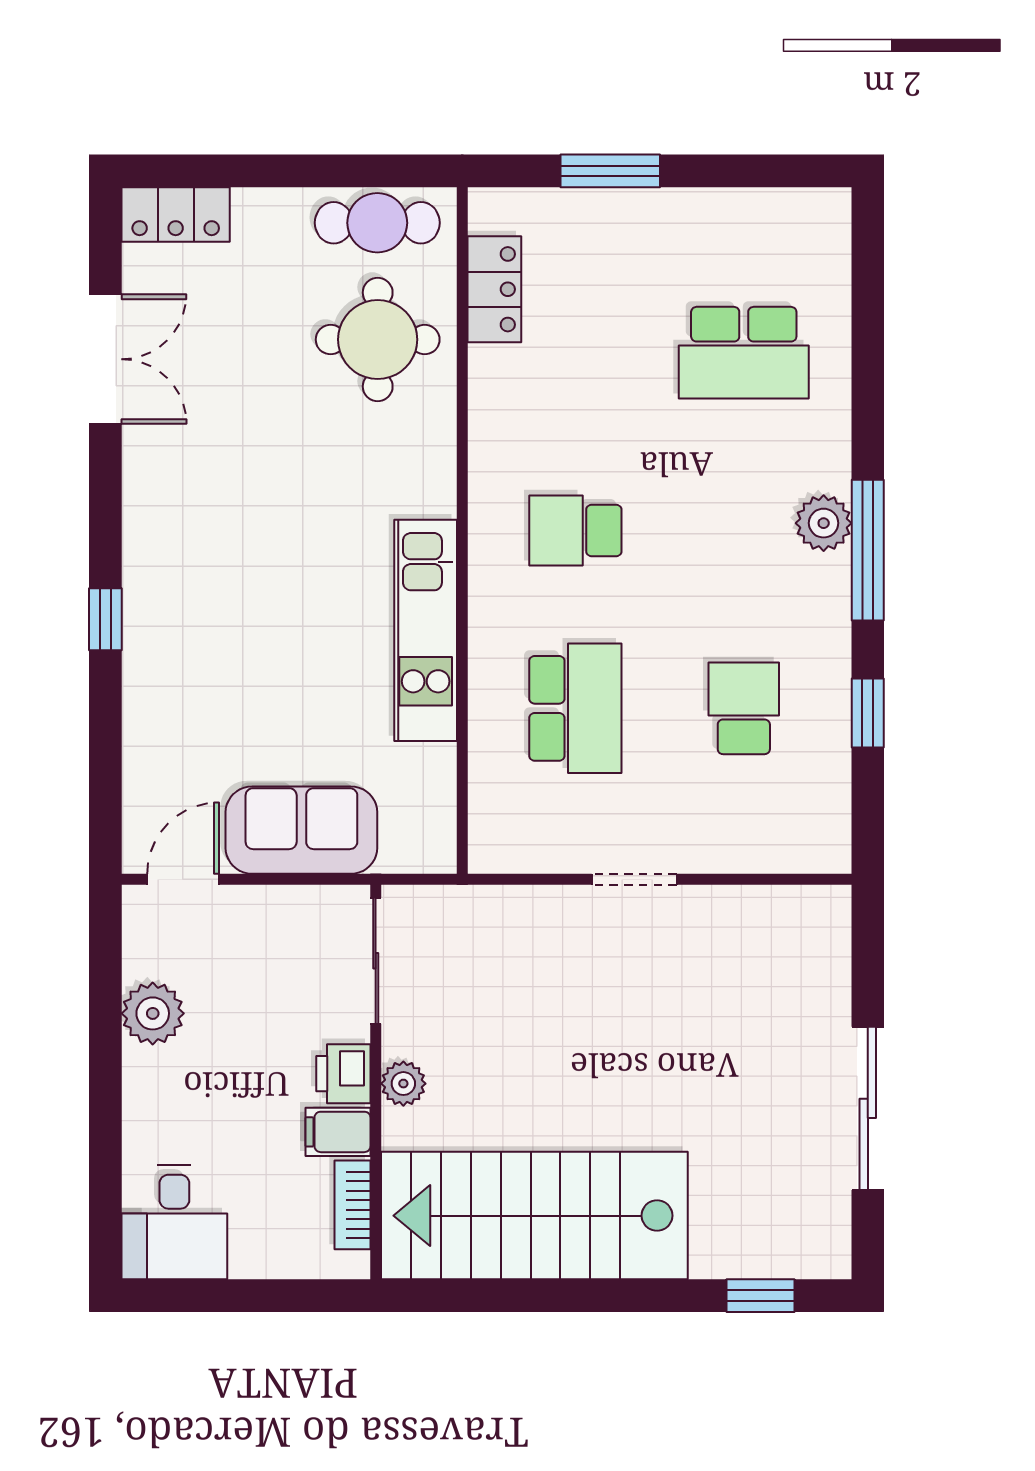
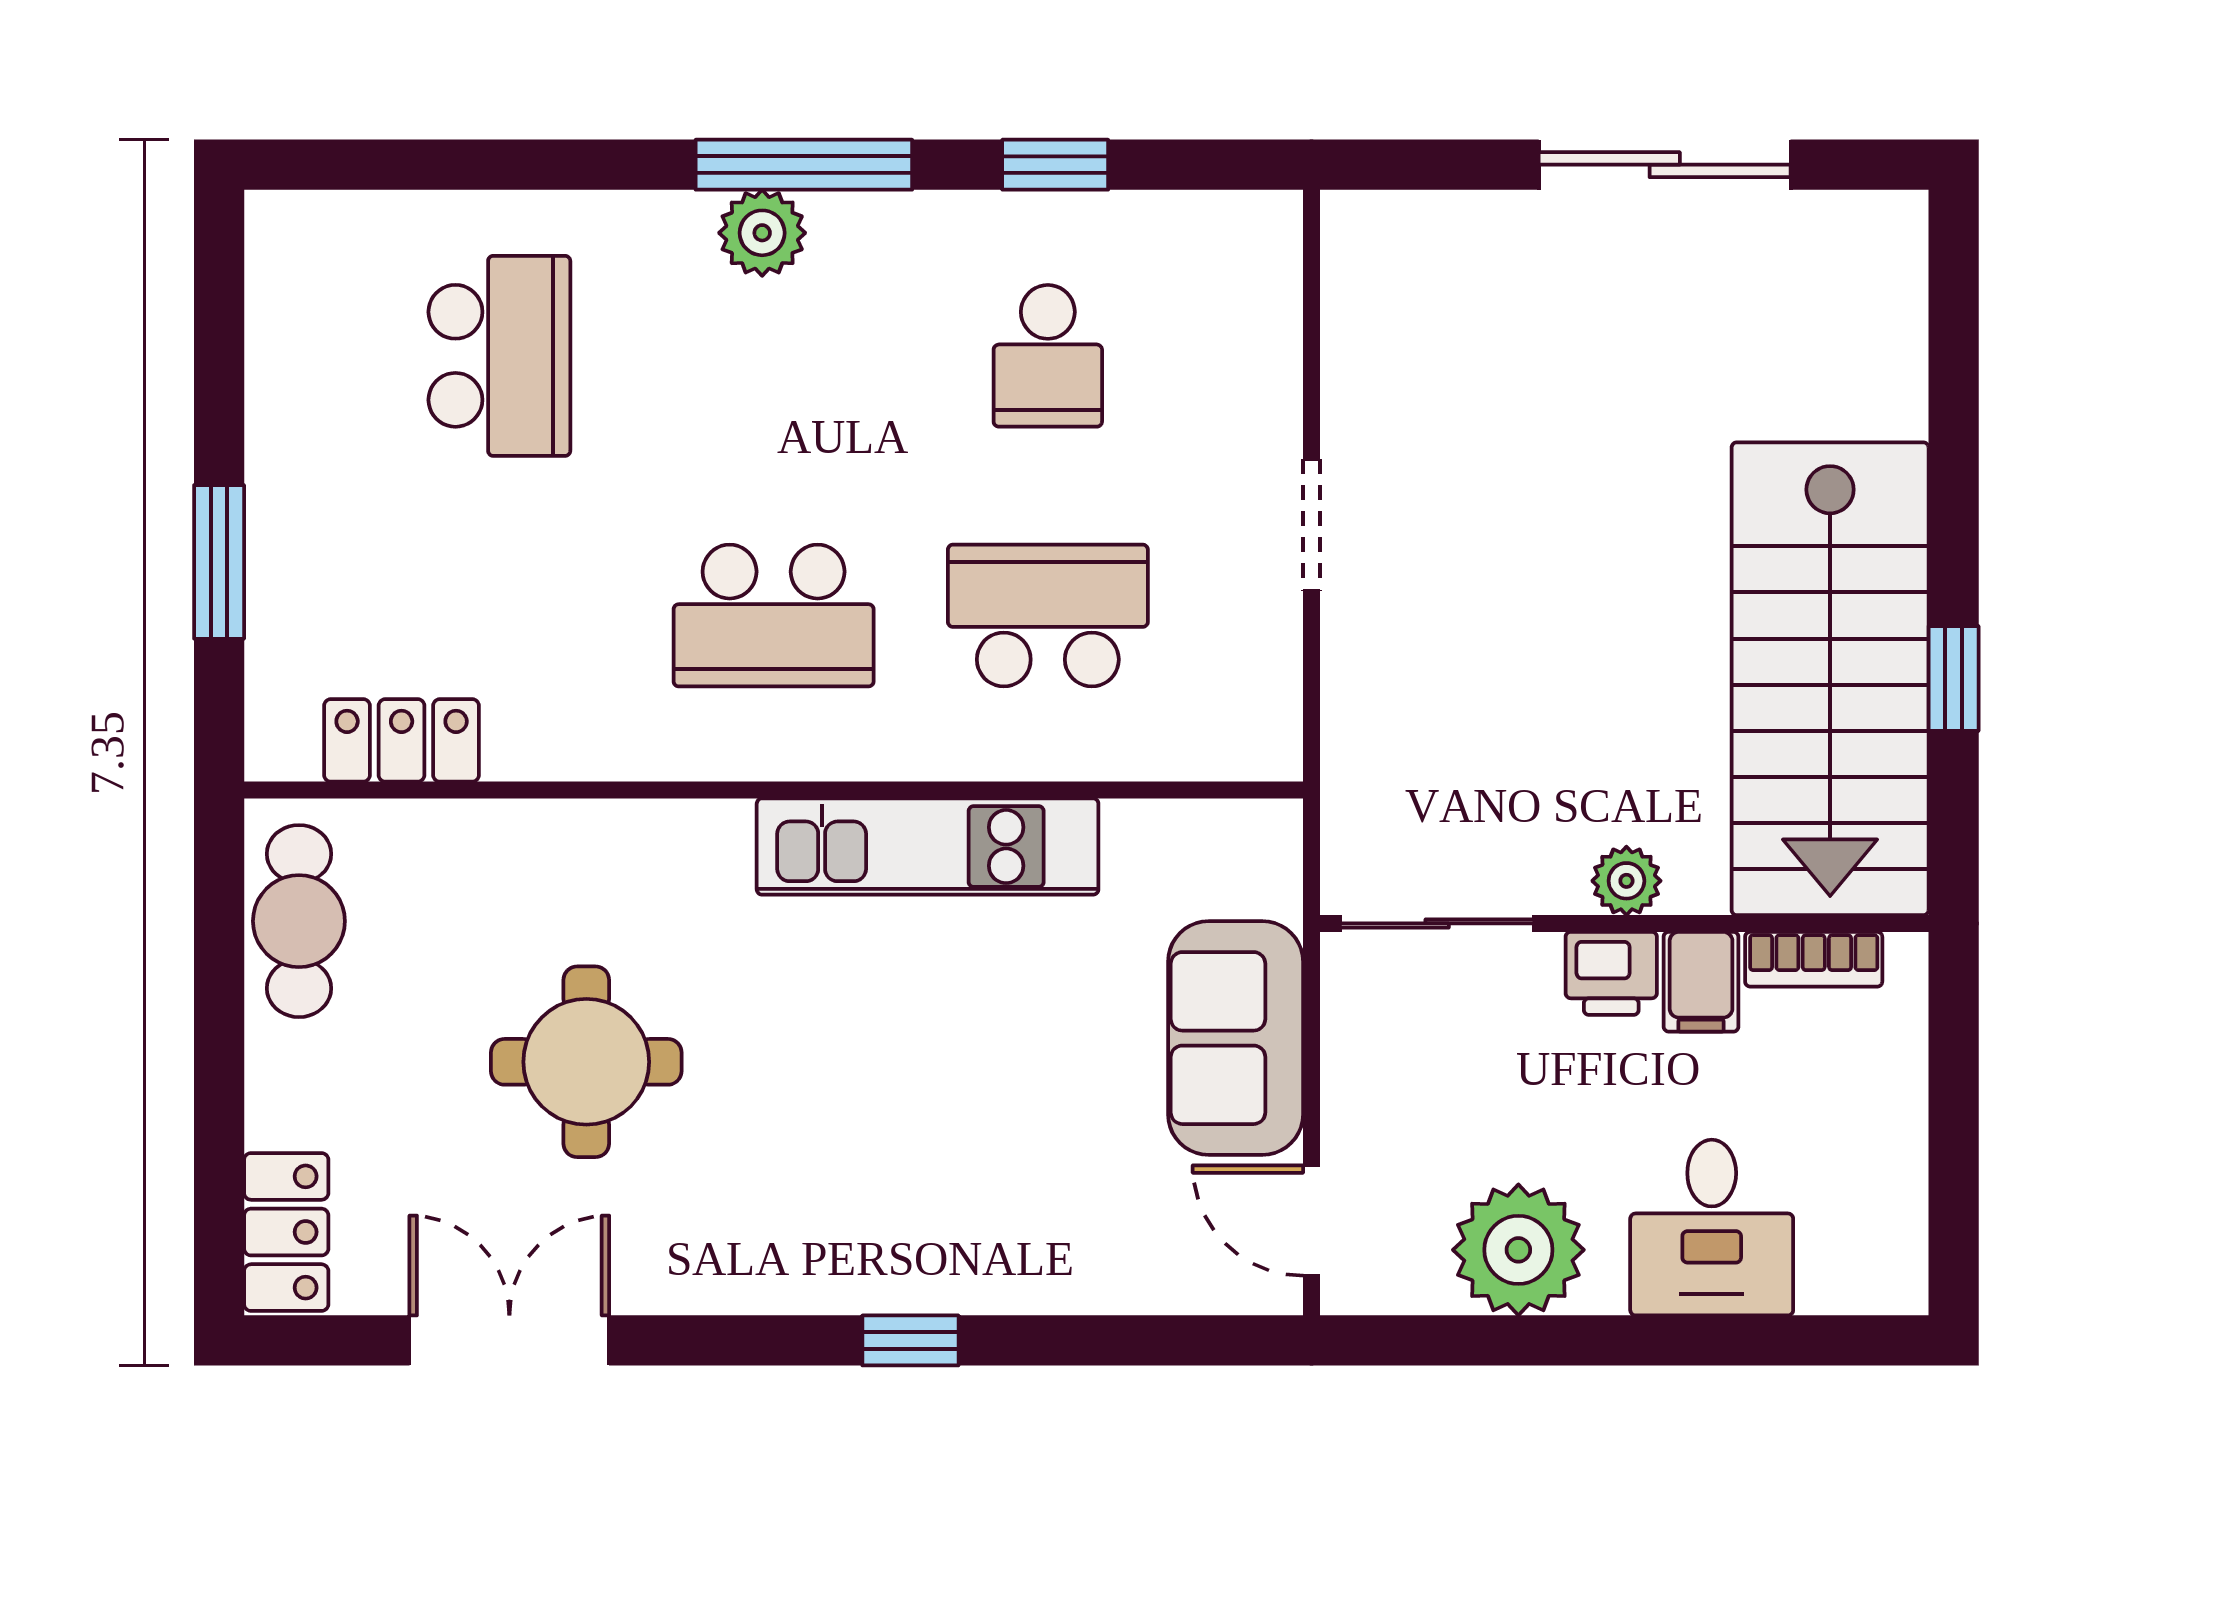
round table: (378, 340) -> (586, 1062), moved
school desk: (575, 531) -> (774, 616), width x1.85
school desk: (744, 708) -> (1048, 356), turned -90
plant: (153, 1013) -> (1518, 1250), width x1.36, depth x1.36
desk: (174, 1222) -> (1712, 1228), moved, turned 90
window: (760, 1296) -> (1954, 678), moved

